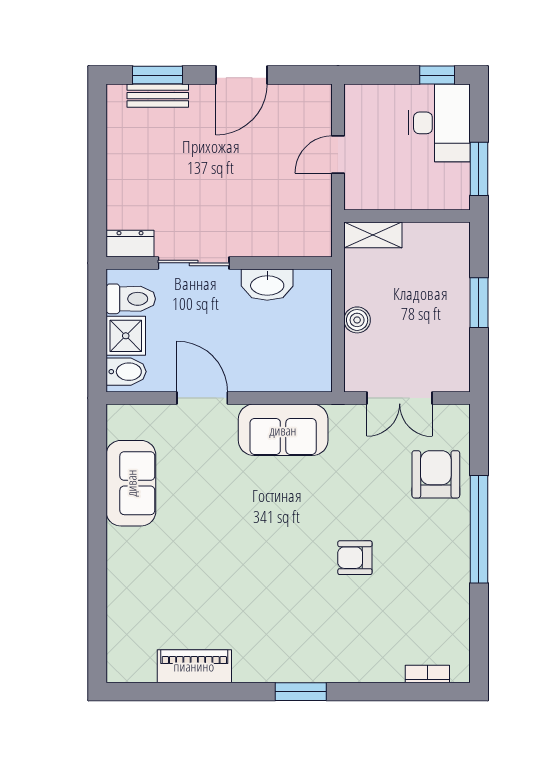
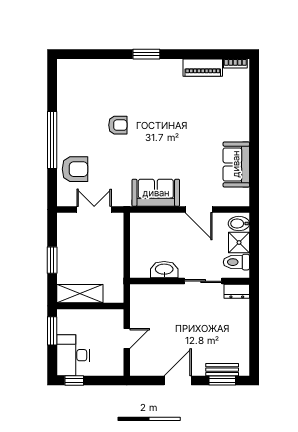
shelving: (373, 235) -> (80, 294), moved, width x1.50, depth x1.33
boiler: (357, 320) -> (117, 251), removed
armchair: (436, 474) -> (75, 169), turned -90
bookcase: (427, 674) -> (235, 64), moved

